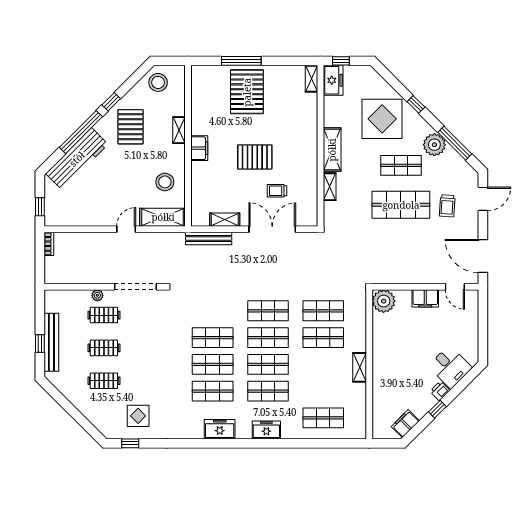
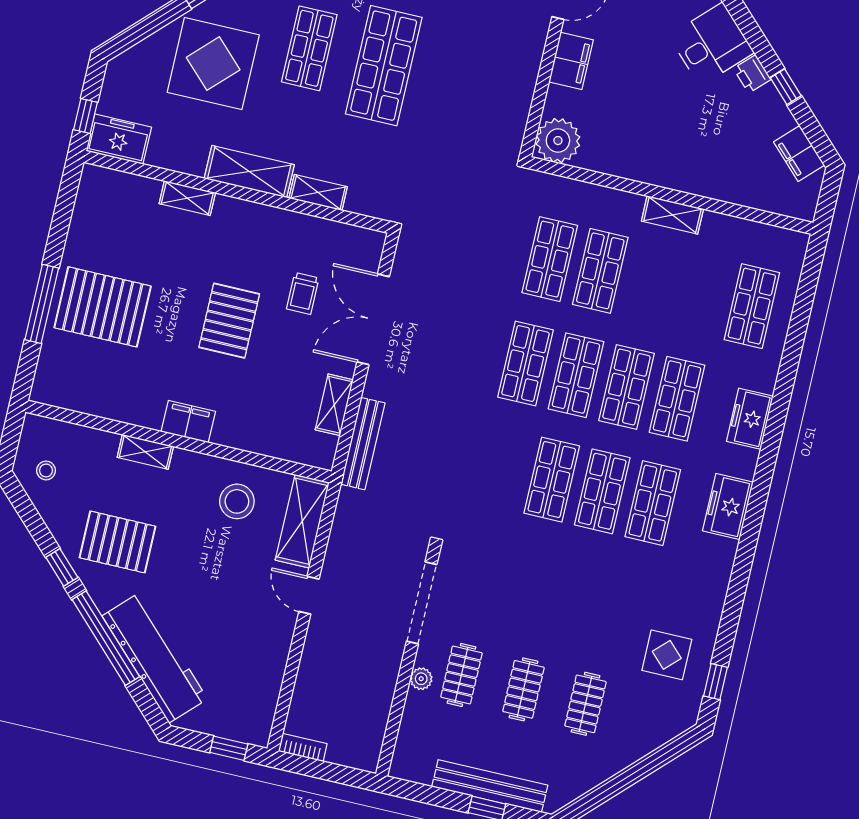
shelving: (311, 79) -> (187, 198), moved
stool: (158, 82) -> (46, 470), width x0.53, depth x0.53

